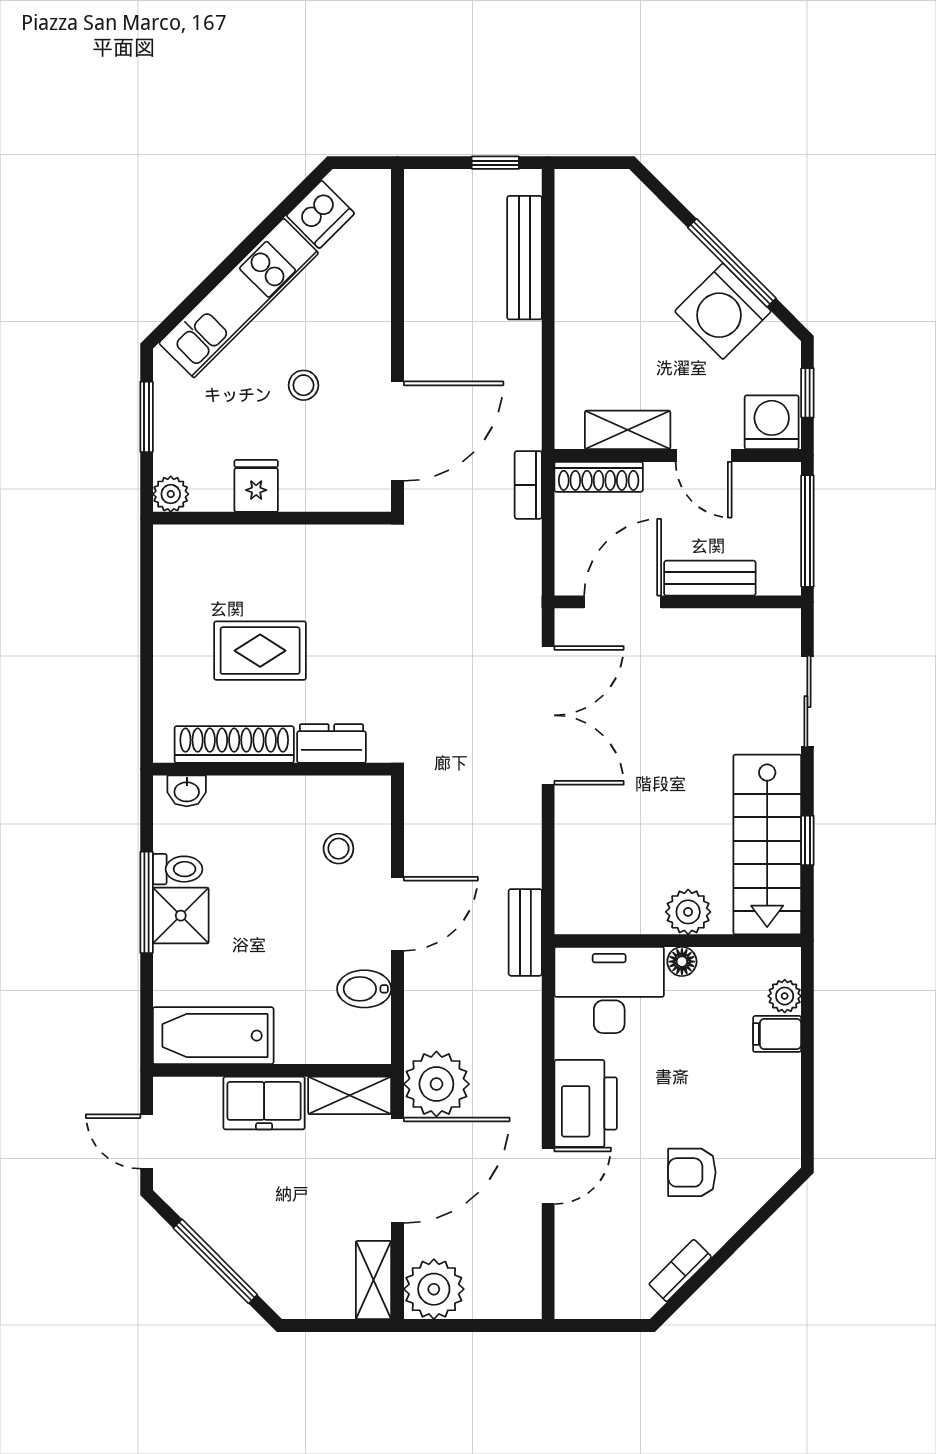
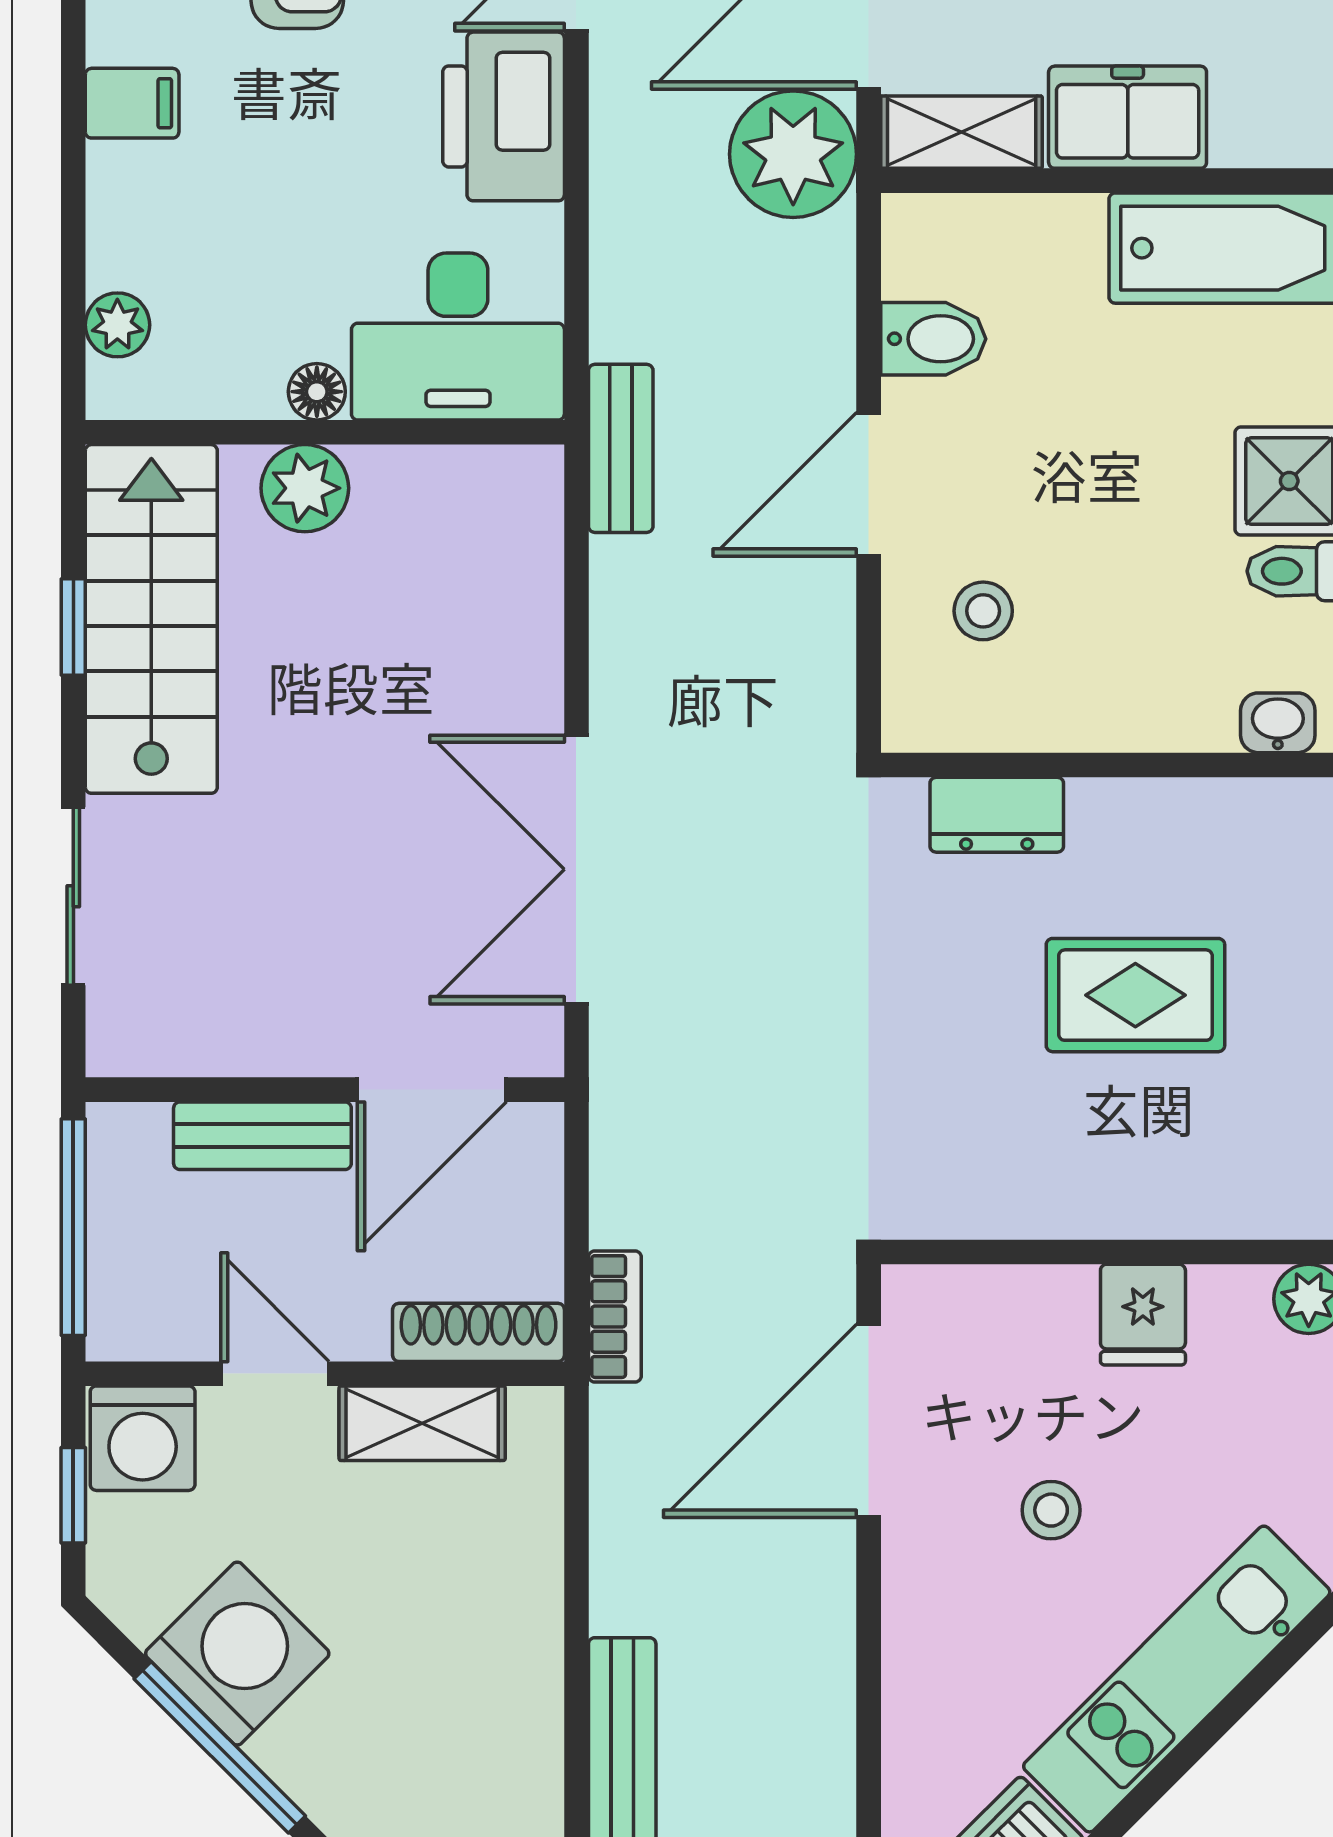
shoe rack: (234, 745) -> (1186, 813), removed
filing cabinet: (777, 1034) -> (132, 103), moved

